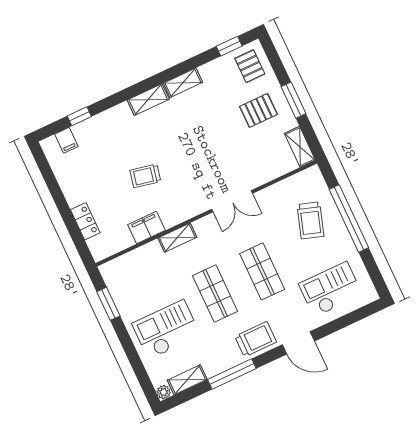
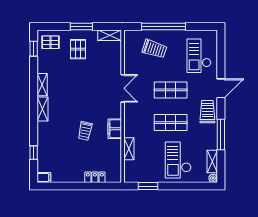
filing cabinet: (66, 140) -> (44, 177), moved
filing cabinet: (147, 228) -> (115, 129), moved
shelving: (177, 238) -> (129, 149), moved

